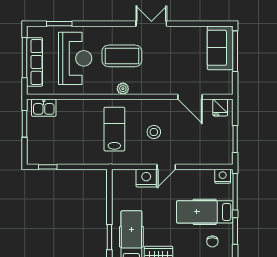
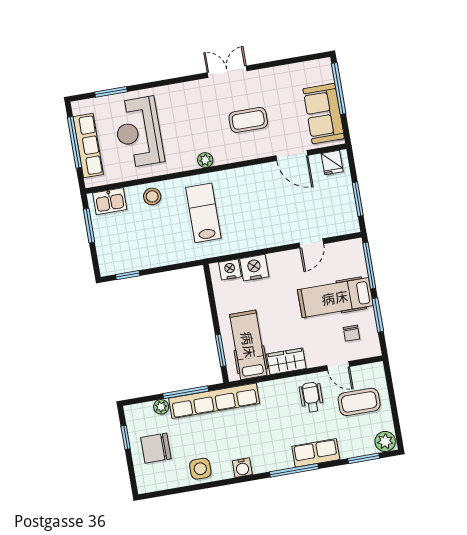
sofa: (220, 48) -> (324, 114), moved
coffee table: (122, 56) -> (248, 120), moved, width x0.73, depth x0.76
reception desk: (75, 58) -> (139, 132), turned 180
stool: (154, 132) -> (152, 196), moved
door: (166, 167) -> (311, 243), moved
nightstand: (223, 176) -> (230, 269), moved

